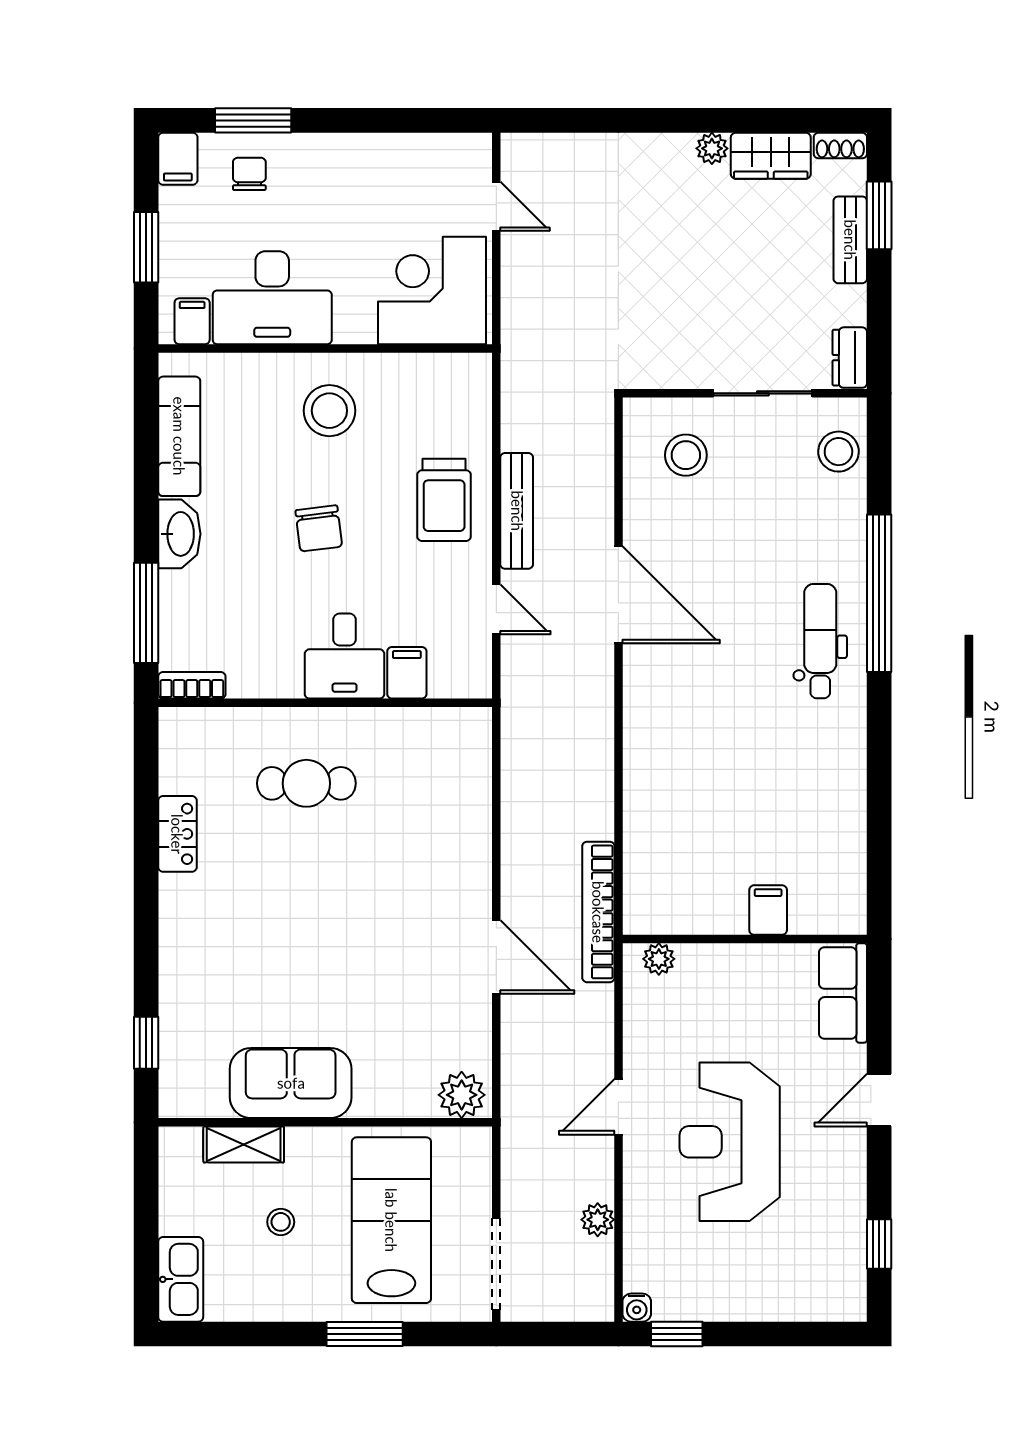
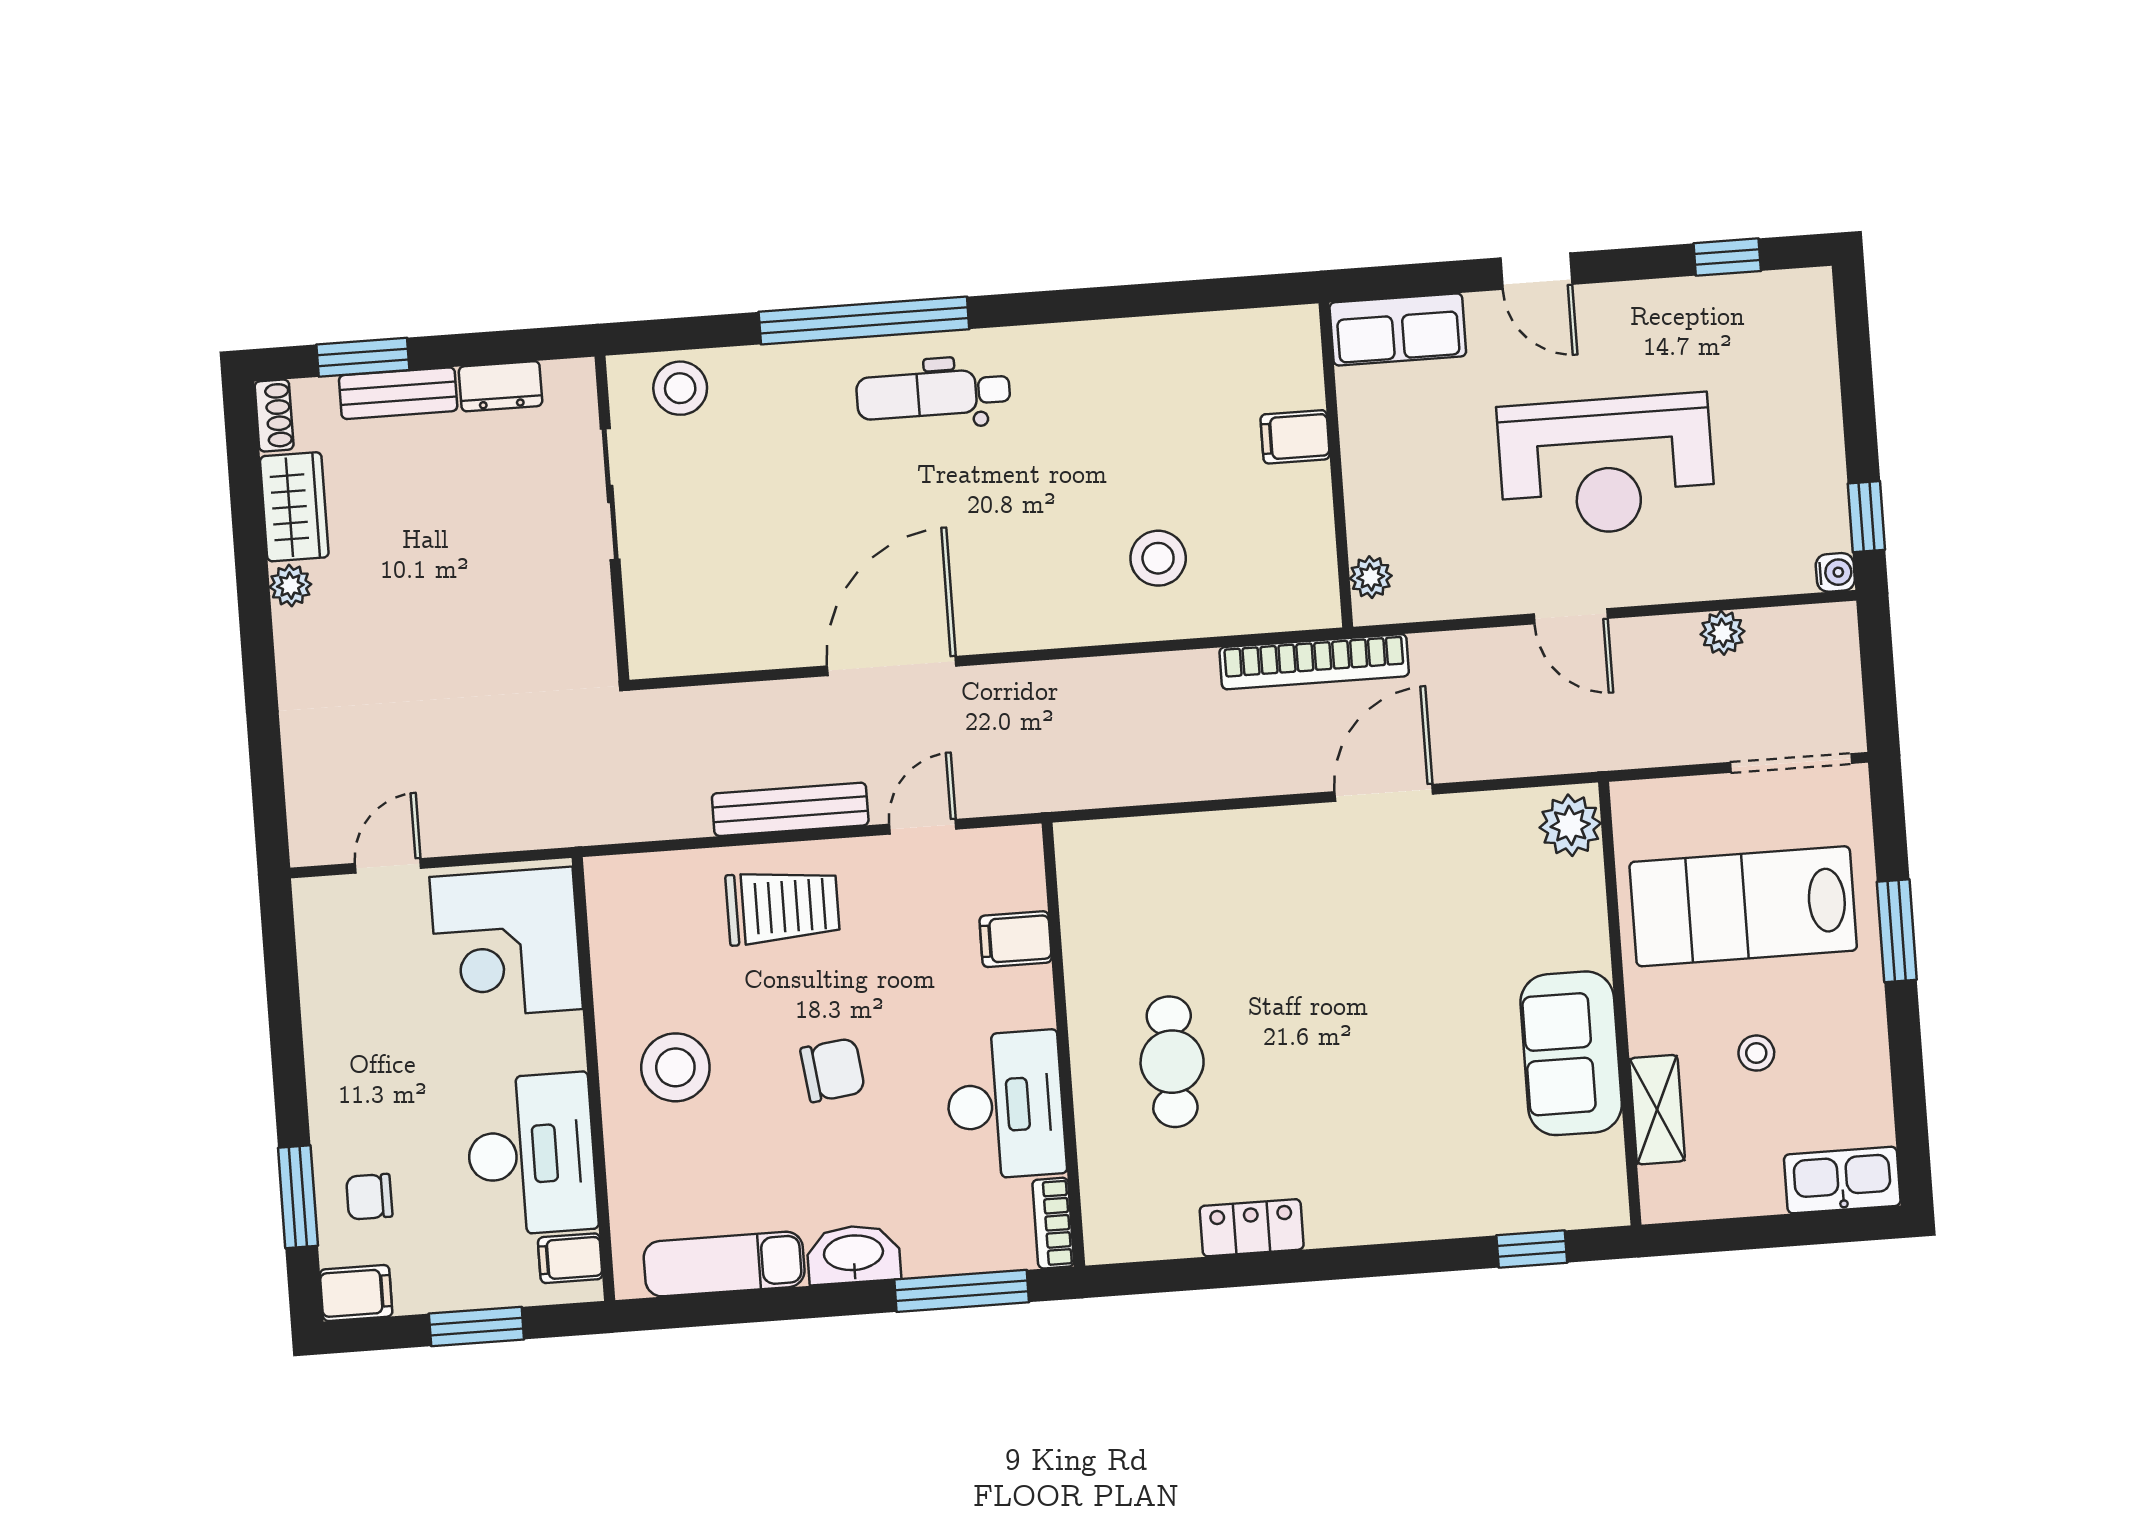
dresser: (850, 358) -> (501, 386), moved
stool: (686, 455) -> (1158, 558), moved
desk: (345, 656) -> (1005, 1105), moved, width x1.37

